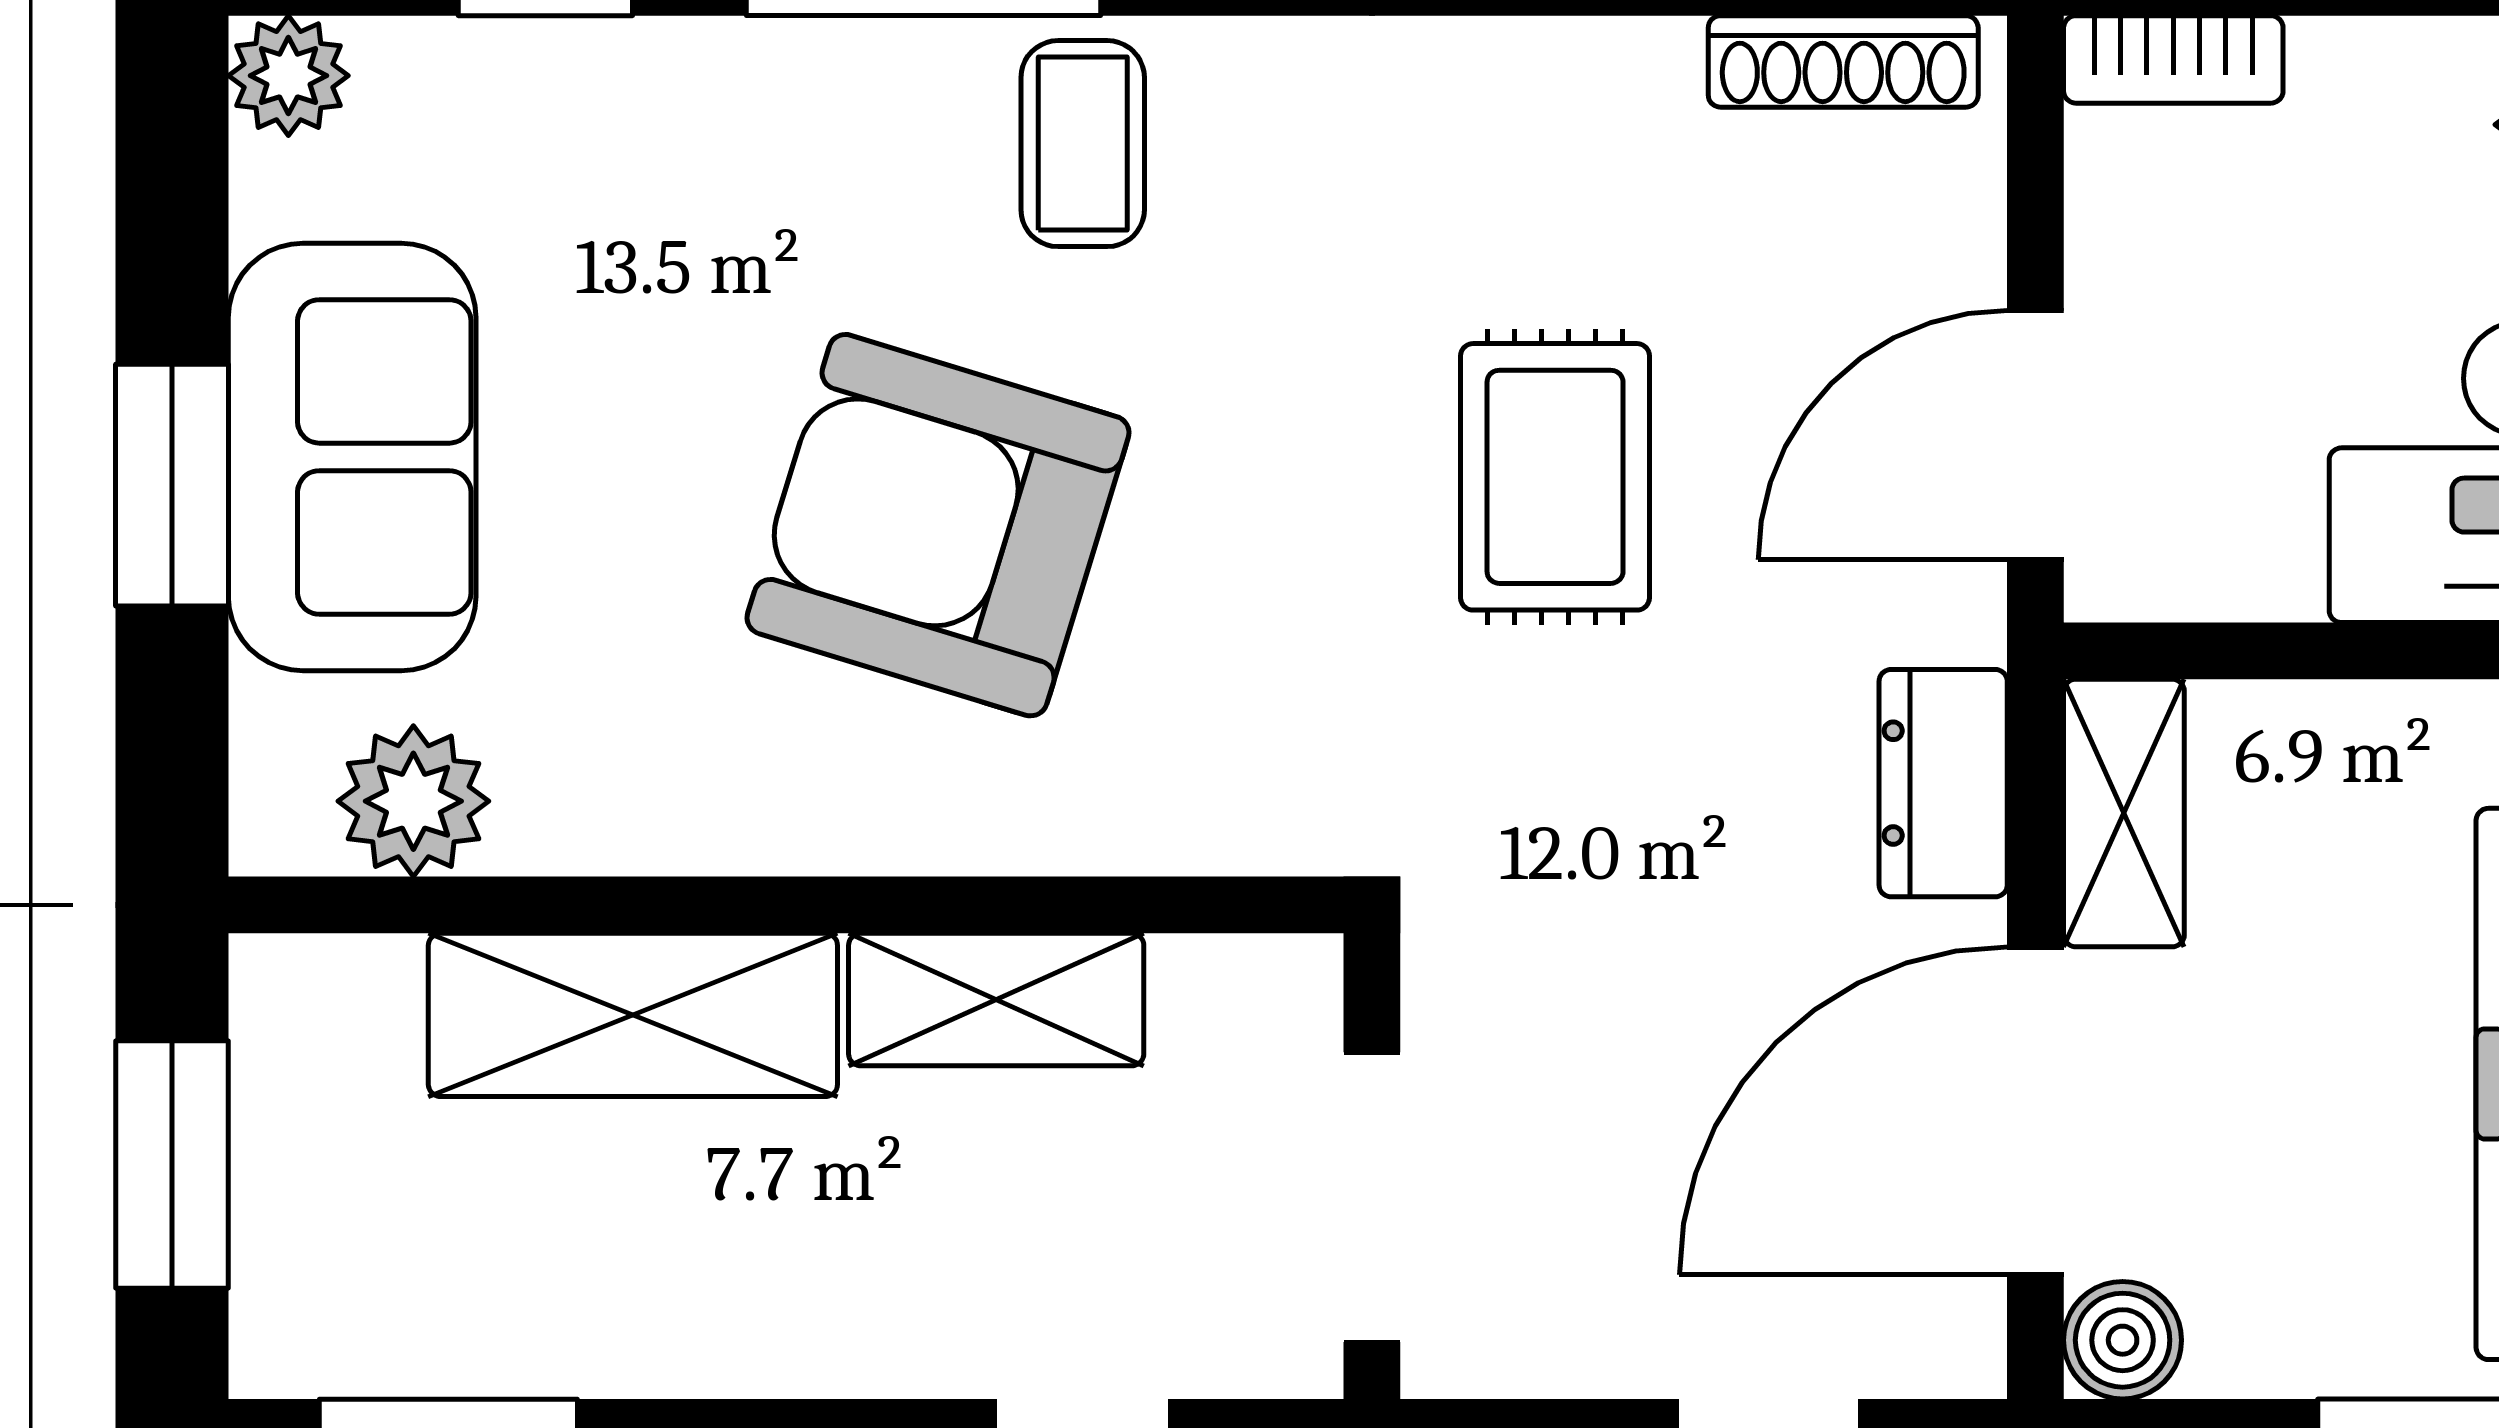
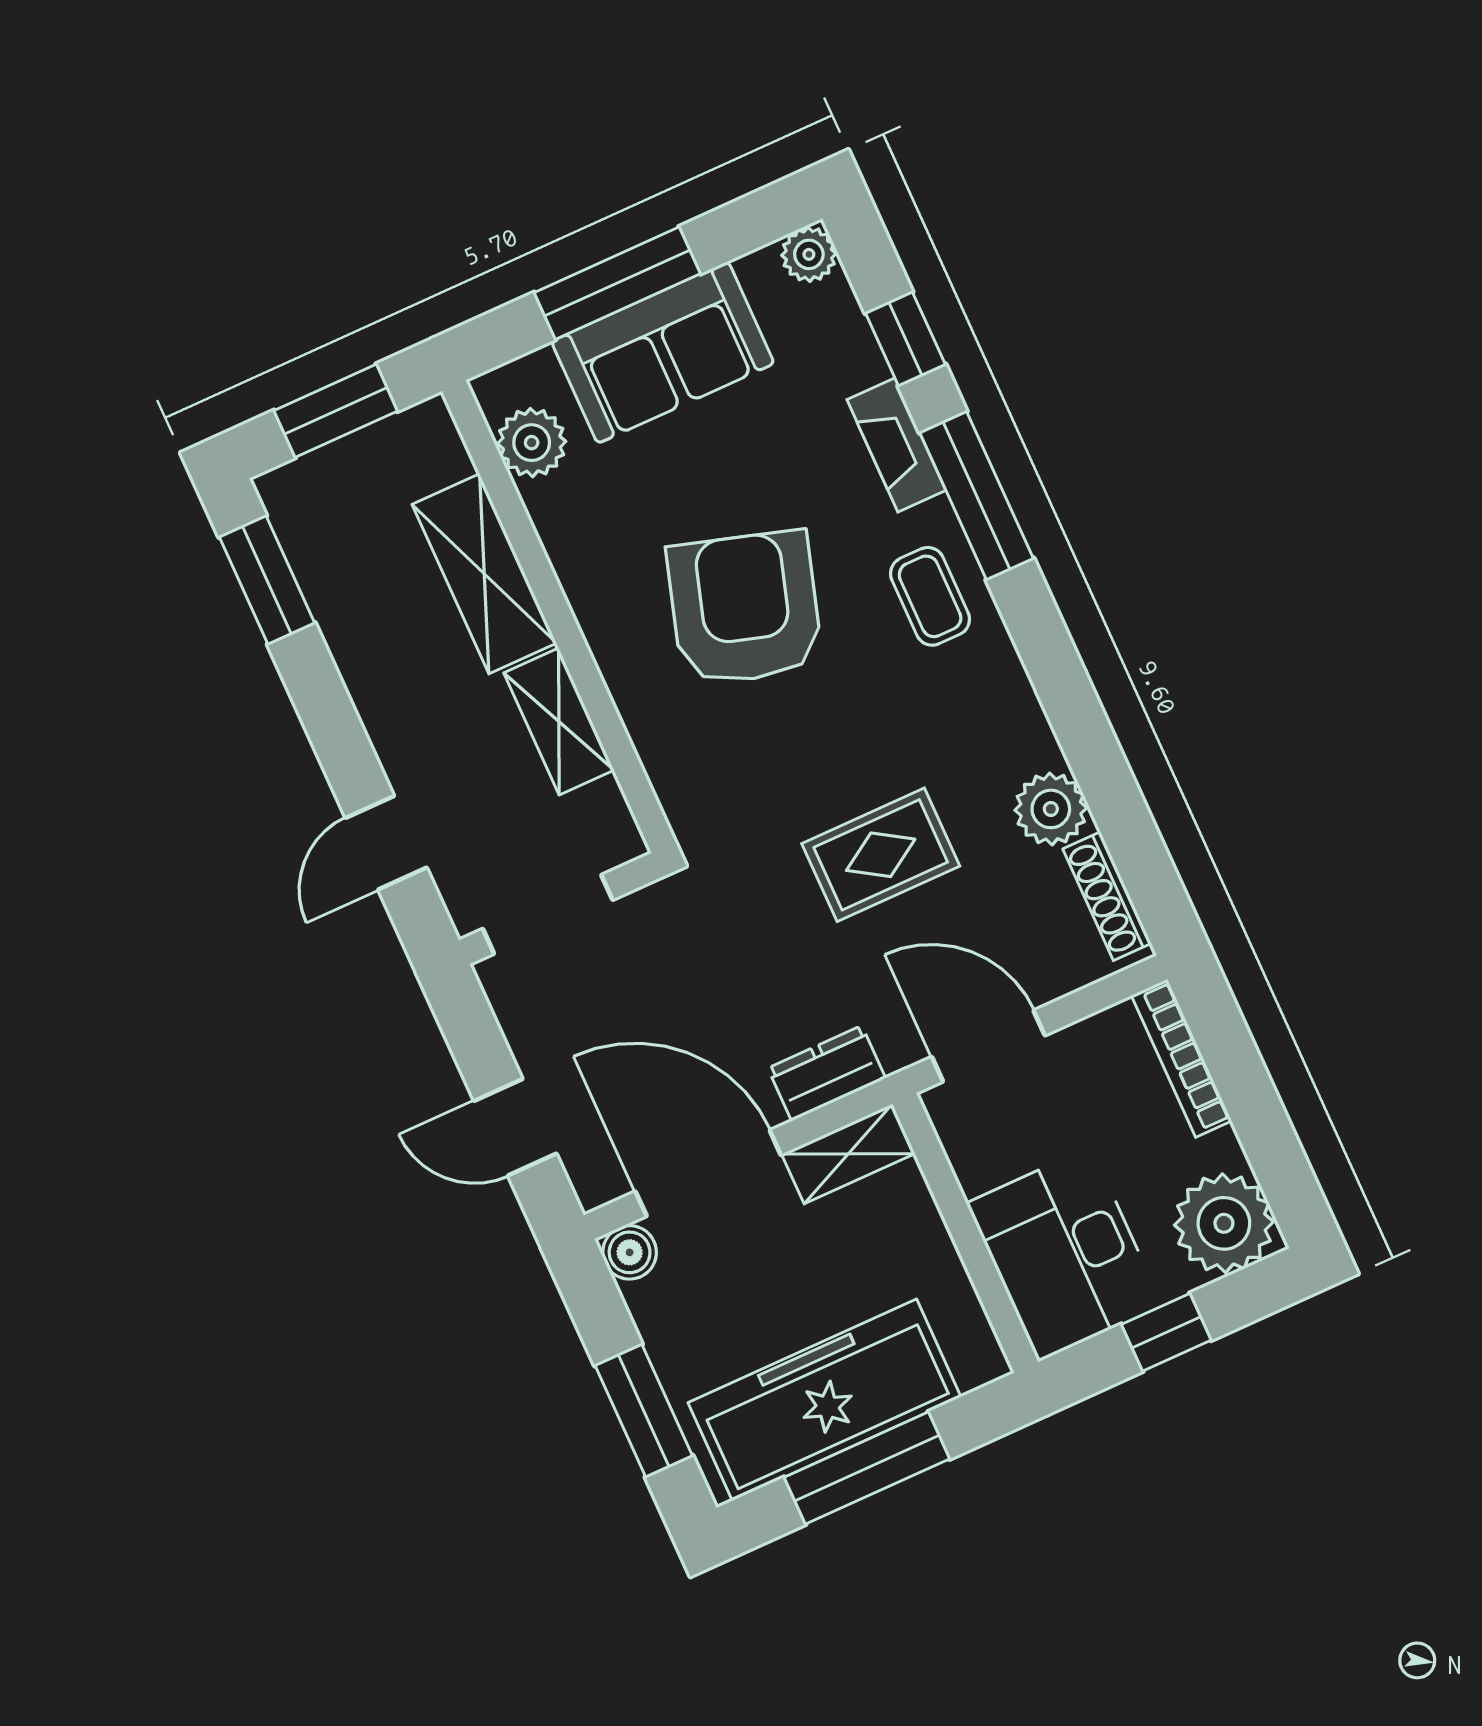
bookcase: (2173, 59) -> (1182, 1058), width x1.56
fireplace: (749, 74) -> (896, 445), added
plant: (1618, 95) -> (1051, 809), added
coffee table: (1083, 144) -> (930, 596), turned 90
window: (172, 485) -> (617, 283), width x1.44

